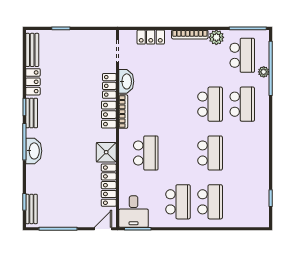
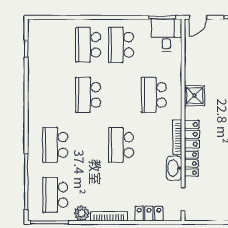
plant: (264, 72) -> (33, 178), removed
school desk: (210, 104) -> (121, 145), moved
locker: (109, 185) -> (192, 62), removed

